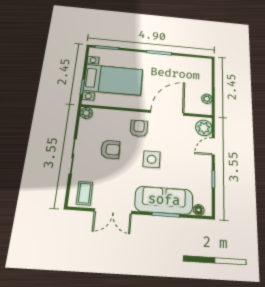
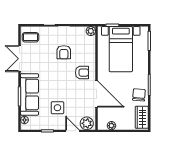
wardrobe: (197, 64) -> (142, 117), added
chair: (171, 65) -> (139, 95), added
side table: (152, 159) -> (57, 108), moved

